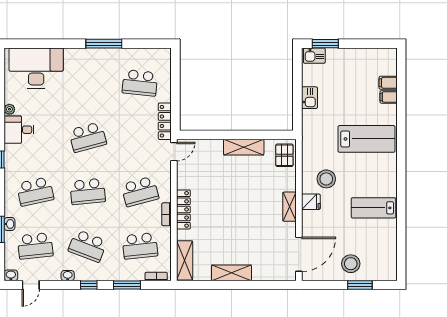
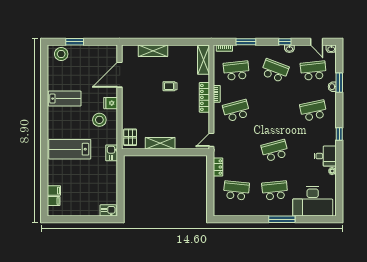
window: (104, 44) -> (282, 219), moved
window: (325, 44) -> (100, 219), removed
filing cabinet: (389, 97) -> (54, 201), moved
kitchen sink: (310, 98) -> (112, 153), moved
locker: (165, 121) -> (218, 167), width x0.66
school desk: (88, 191) -> (275, 190), moved
shelving: (289, 207) -> (126, 99), removed
trolley: (230, 225) -> (170, 86), added
door: (299, 254) -> (120, 75), moved
stool: (351, 264) -> (61, 54), moved
shelving: (231, 273) -> (153, 51), moved
door: (31, 285) -> (317, 42), swing flipped
window: (89, 285) -> (285, 42), moved

